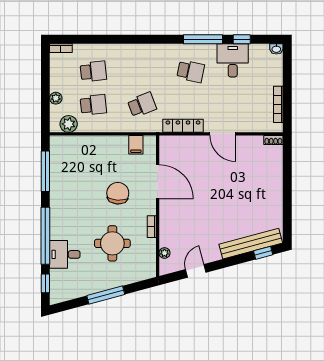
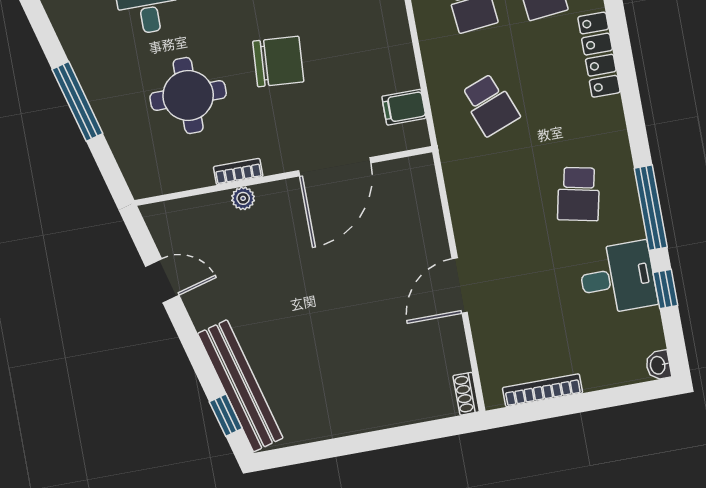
locker: (183, 126) -> (599, 55), moved, turned 180
chair: (118, 193) -> (278, 61), moved
plant: (164, 253) -> (243, 198), moved

